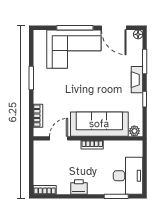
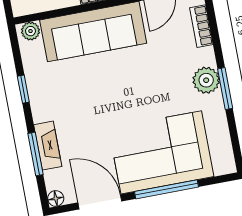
fireplace: (137, 80) -> (48, 146), moved
plant: (41, 85) -> (206, 80), added

